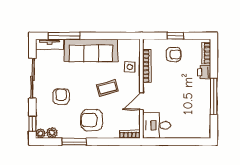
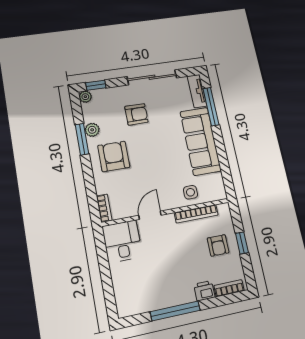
coffee table: (107, 88) -> (158, 169), removed
door: (141, 101) -> (150, 215), hinge flipped
plant: (52, 133) -> (92, 130), moved

